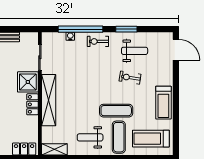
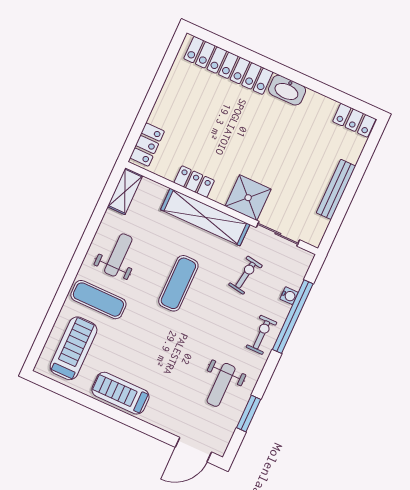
window: (126, 29) -> (249, 413), moved
exercise bike: (130, 78) -> (245, 275), moved
locker: (32, 104) -> (194, 182), moved
exercise mat: (116, 111) -> (178, 283), moved

